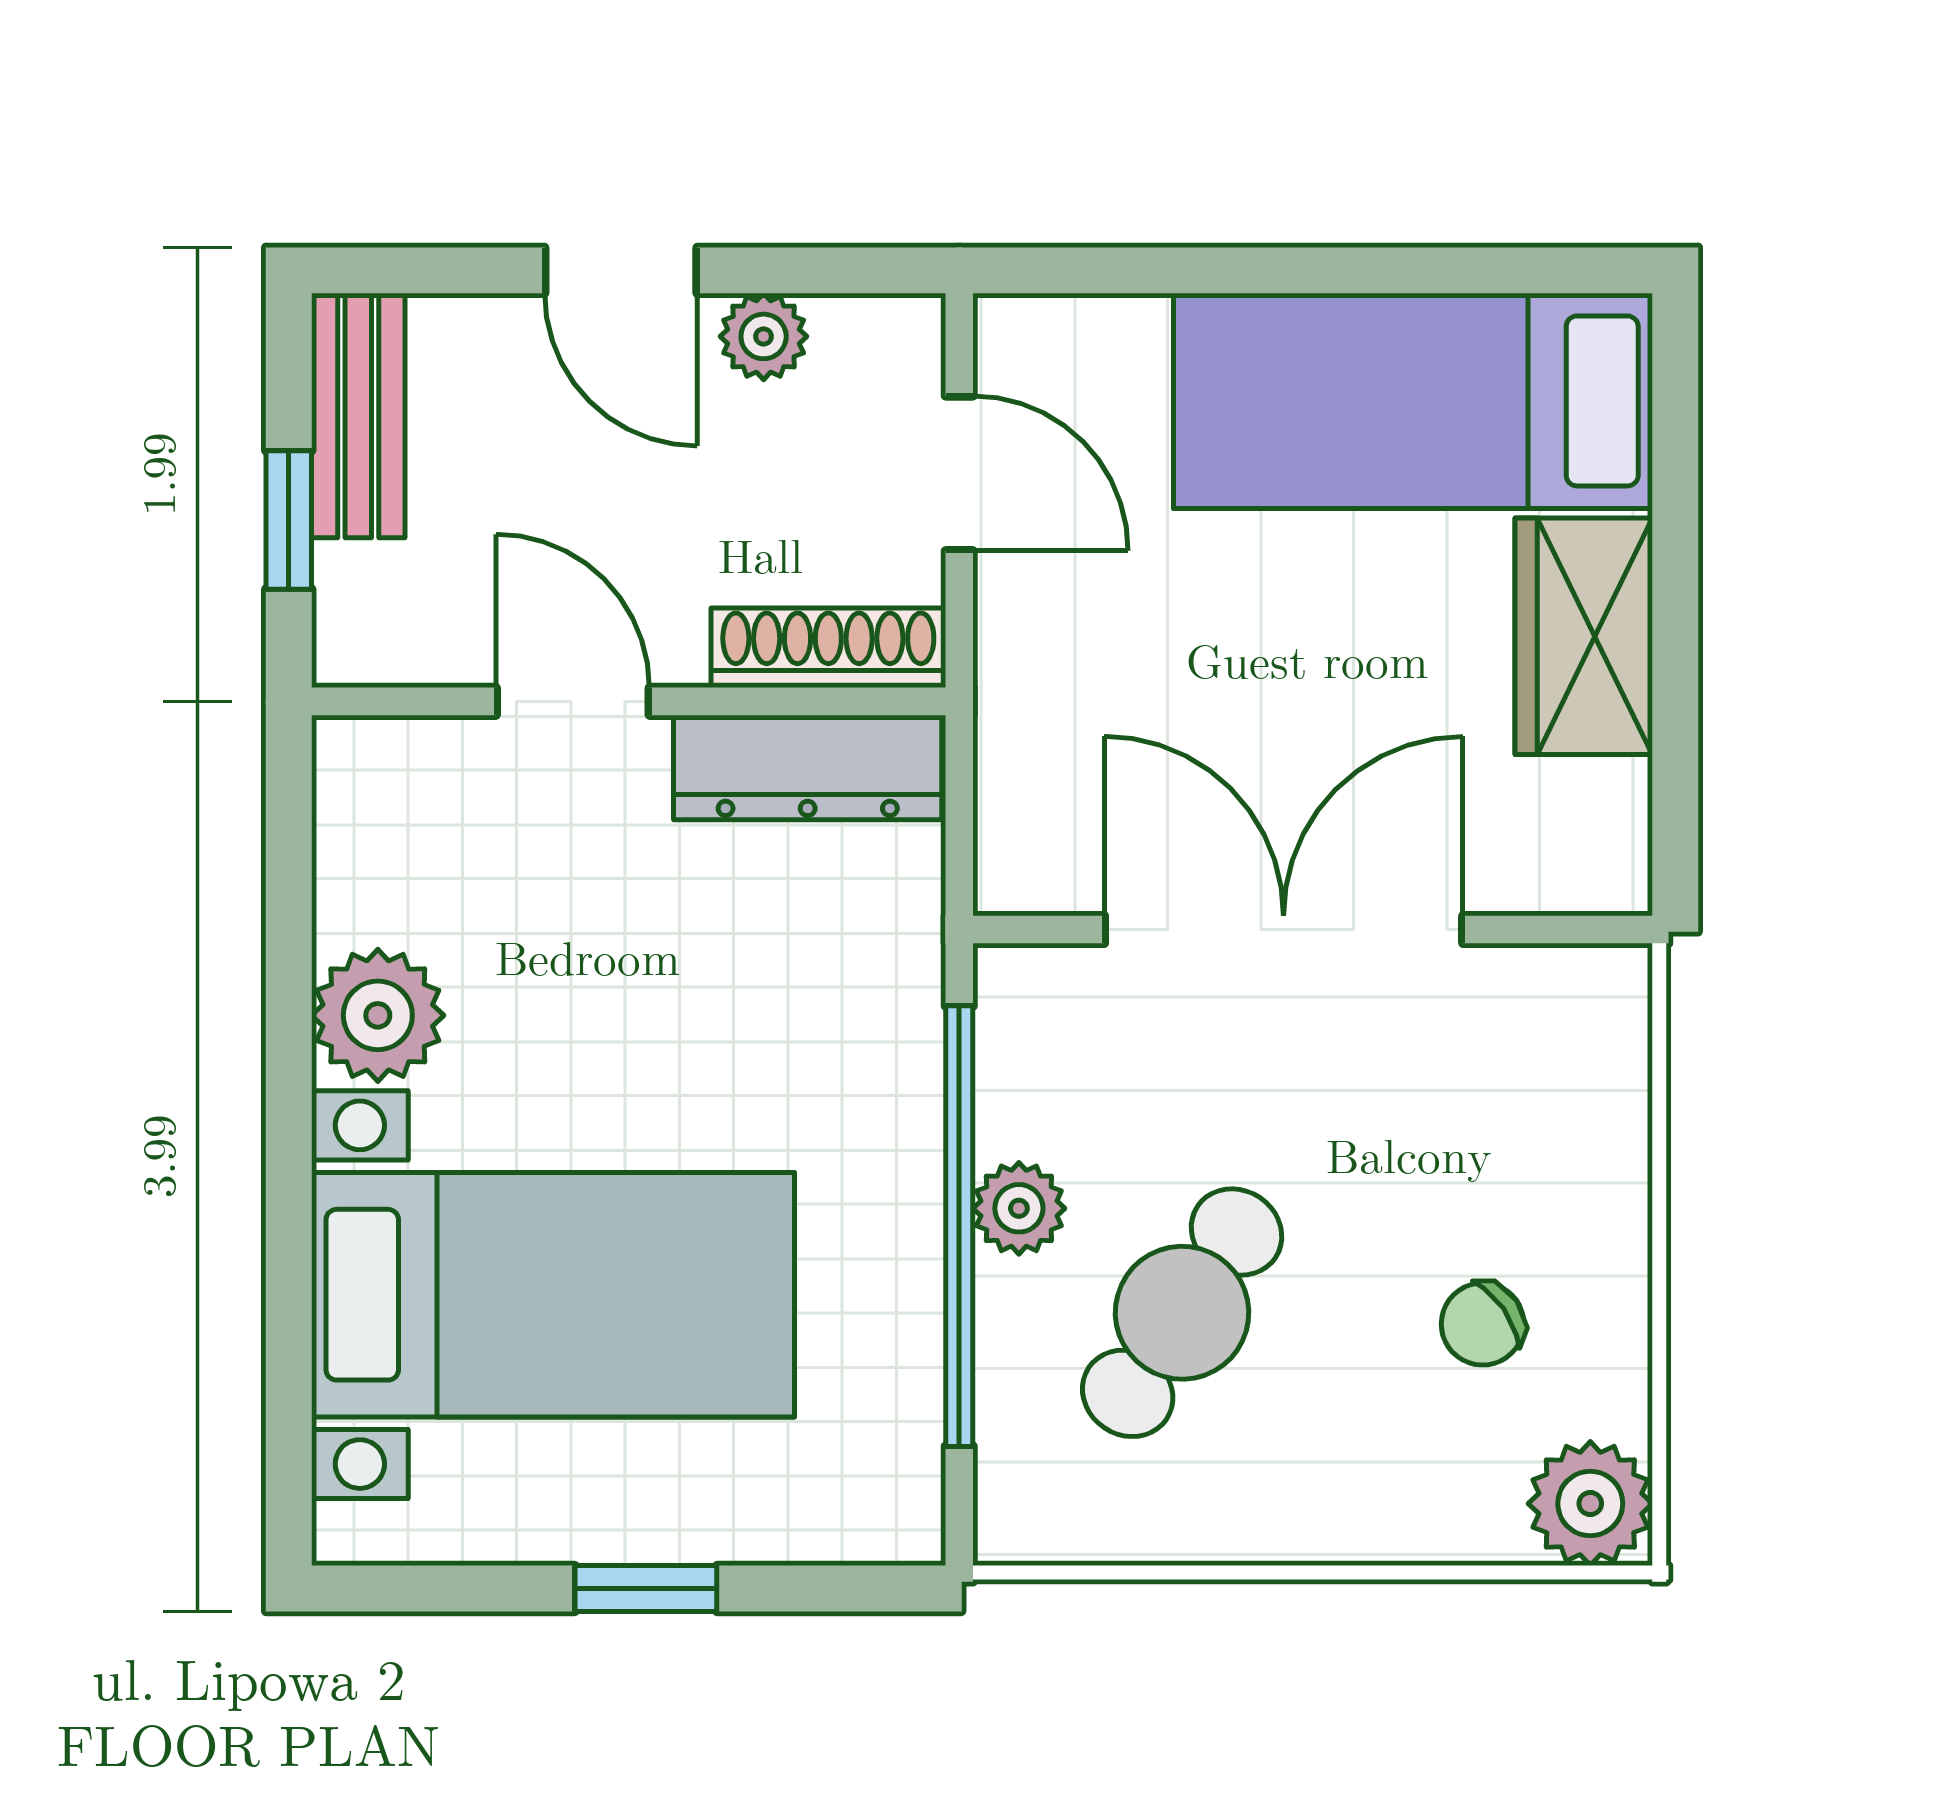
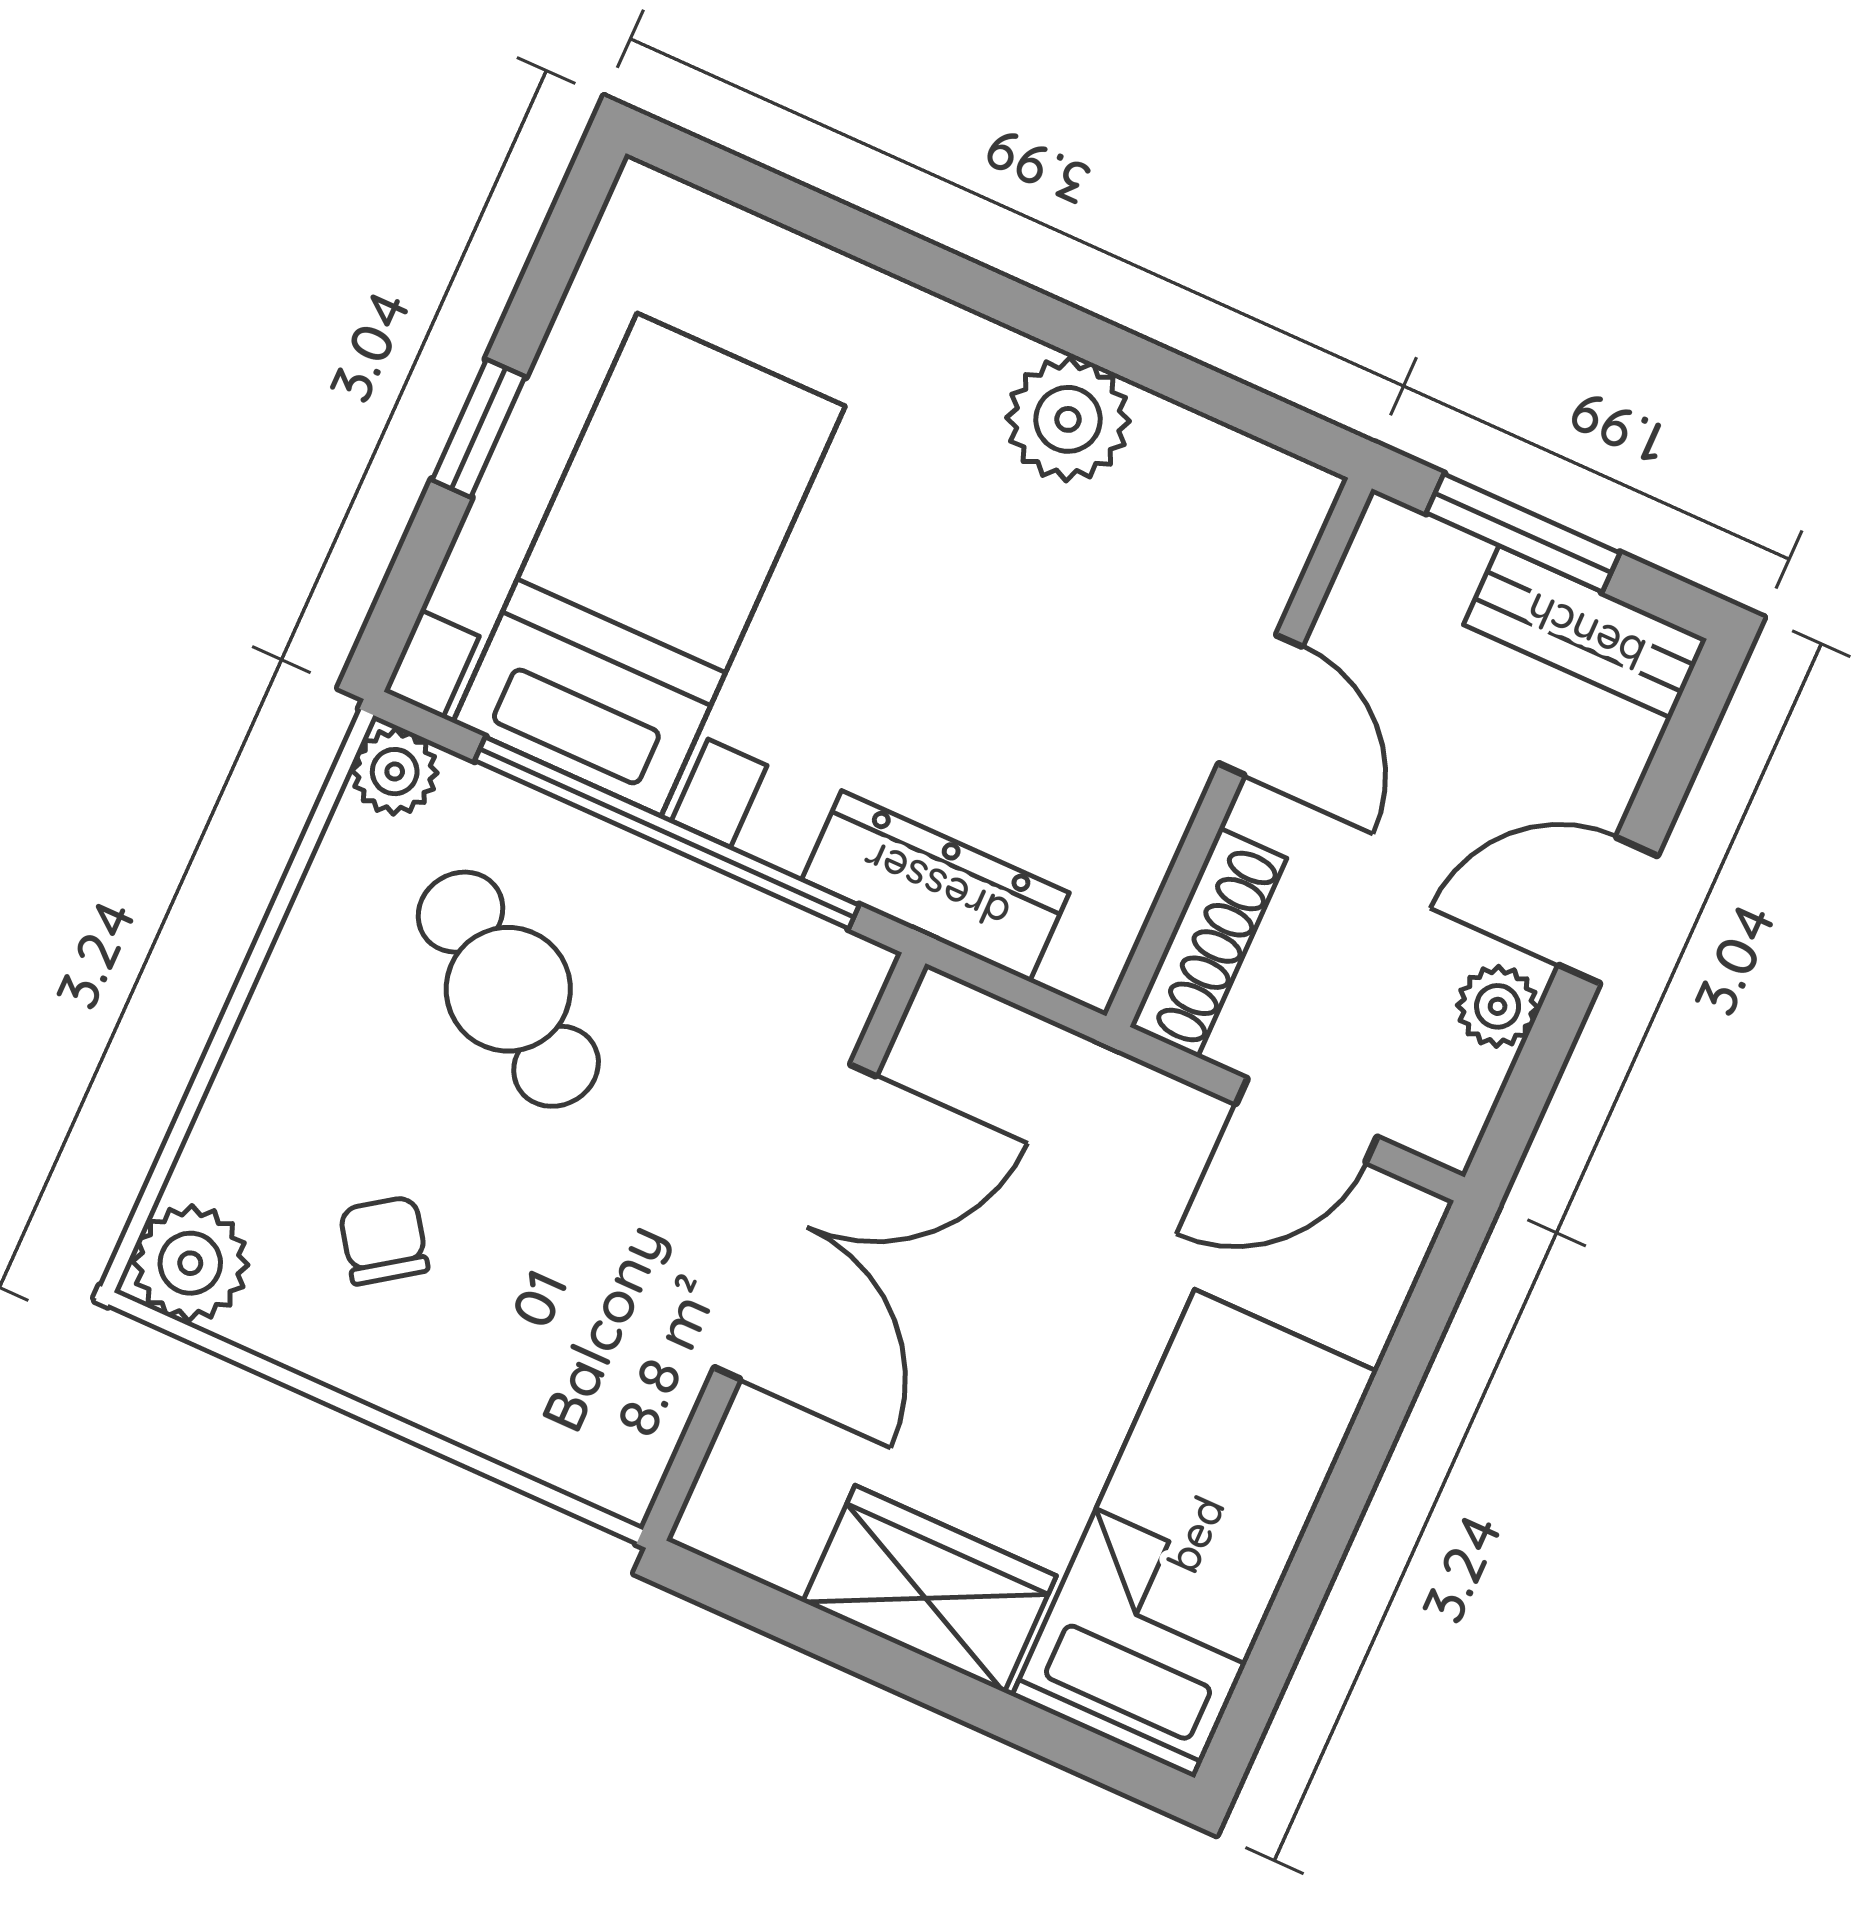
window: (289, 520) -> (1523, 533), width x1.50
door: (573, 701) -> (1260, 705), hinge flipped
dresser: (808, 768) -> (936, 886), moved, turned 90
plant: (1019, 1208) -> (395, 772), moved
bed with nightstands: (553, 1295) -> (649, 564), moved, turned 180

